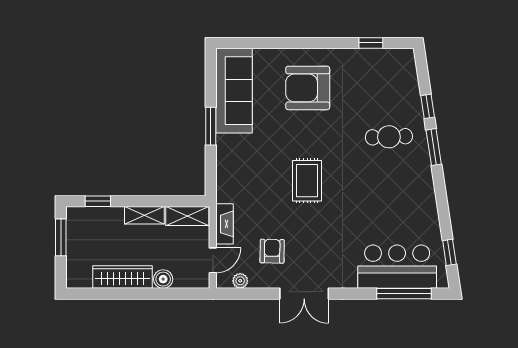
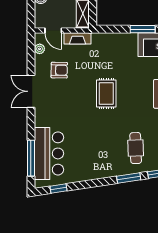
rug: (307, 181) -> (106, 93), turned 90

